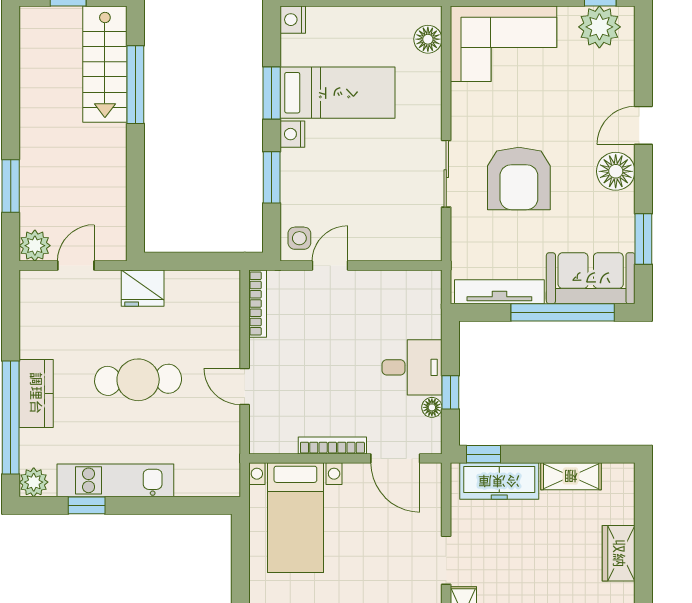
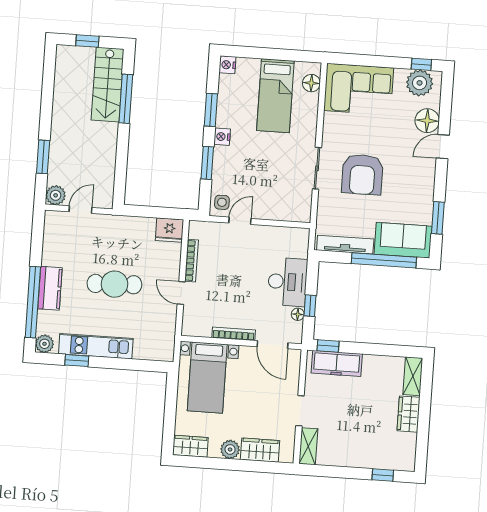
bed: (338, 93) -> (275, 96), moved, turned 90
floor lamp: (616, 171) -> (427, 121), moved
fridge: (143, 288) -> (169, 230), moved
bookcase: (258, 304) -> (192, 261), moved
desk: (412, 367) -> (287, 282), width x1.37
shelving: (571, 476) -> (413, 376), moved, turned 90

